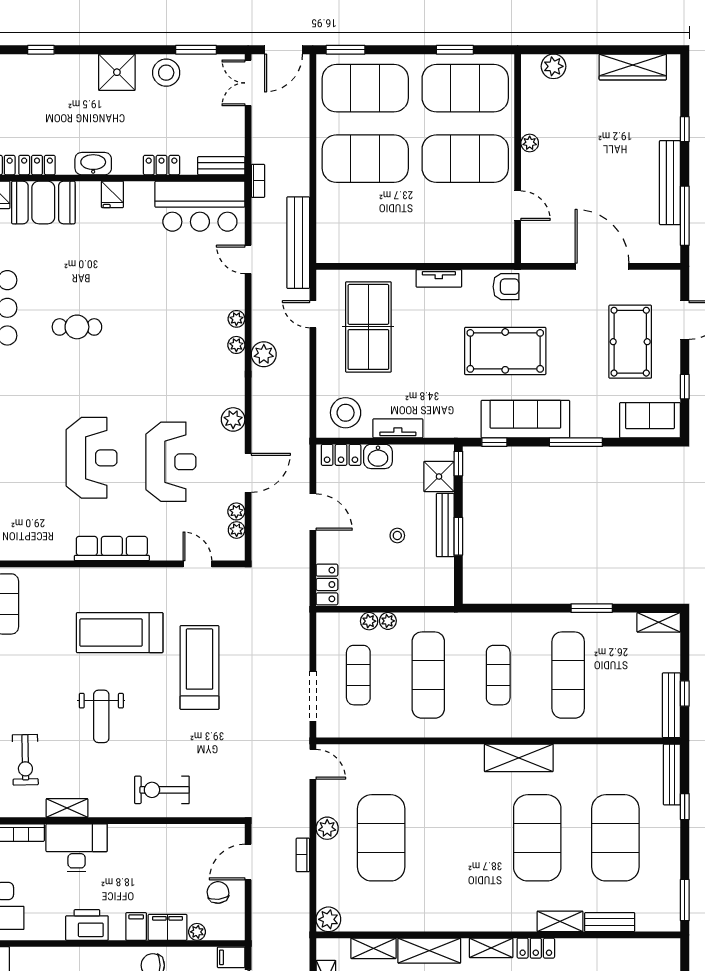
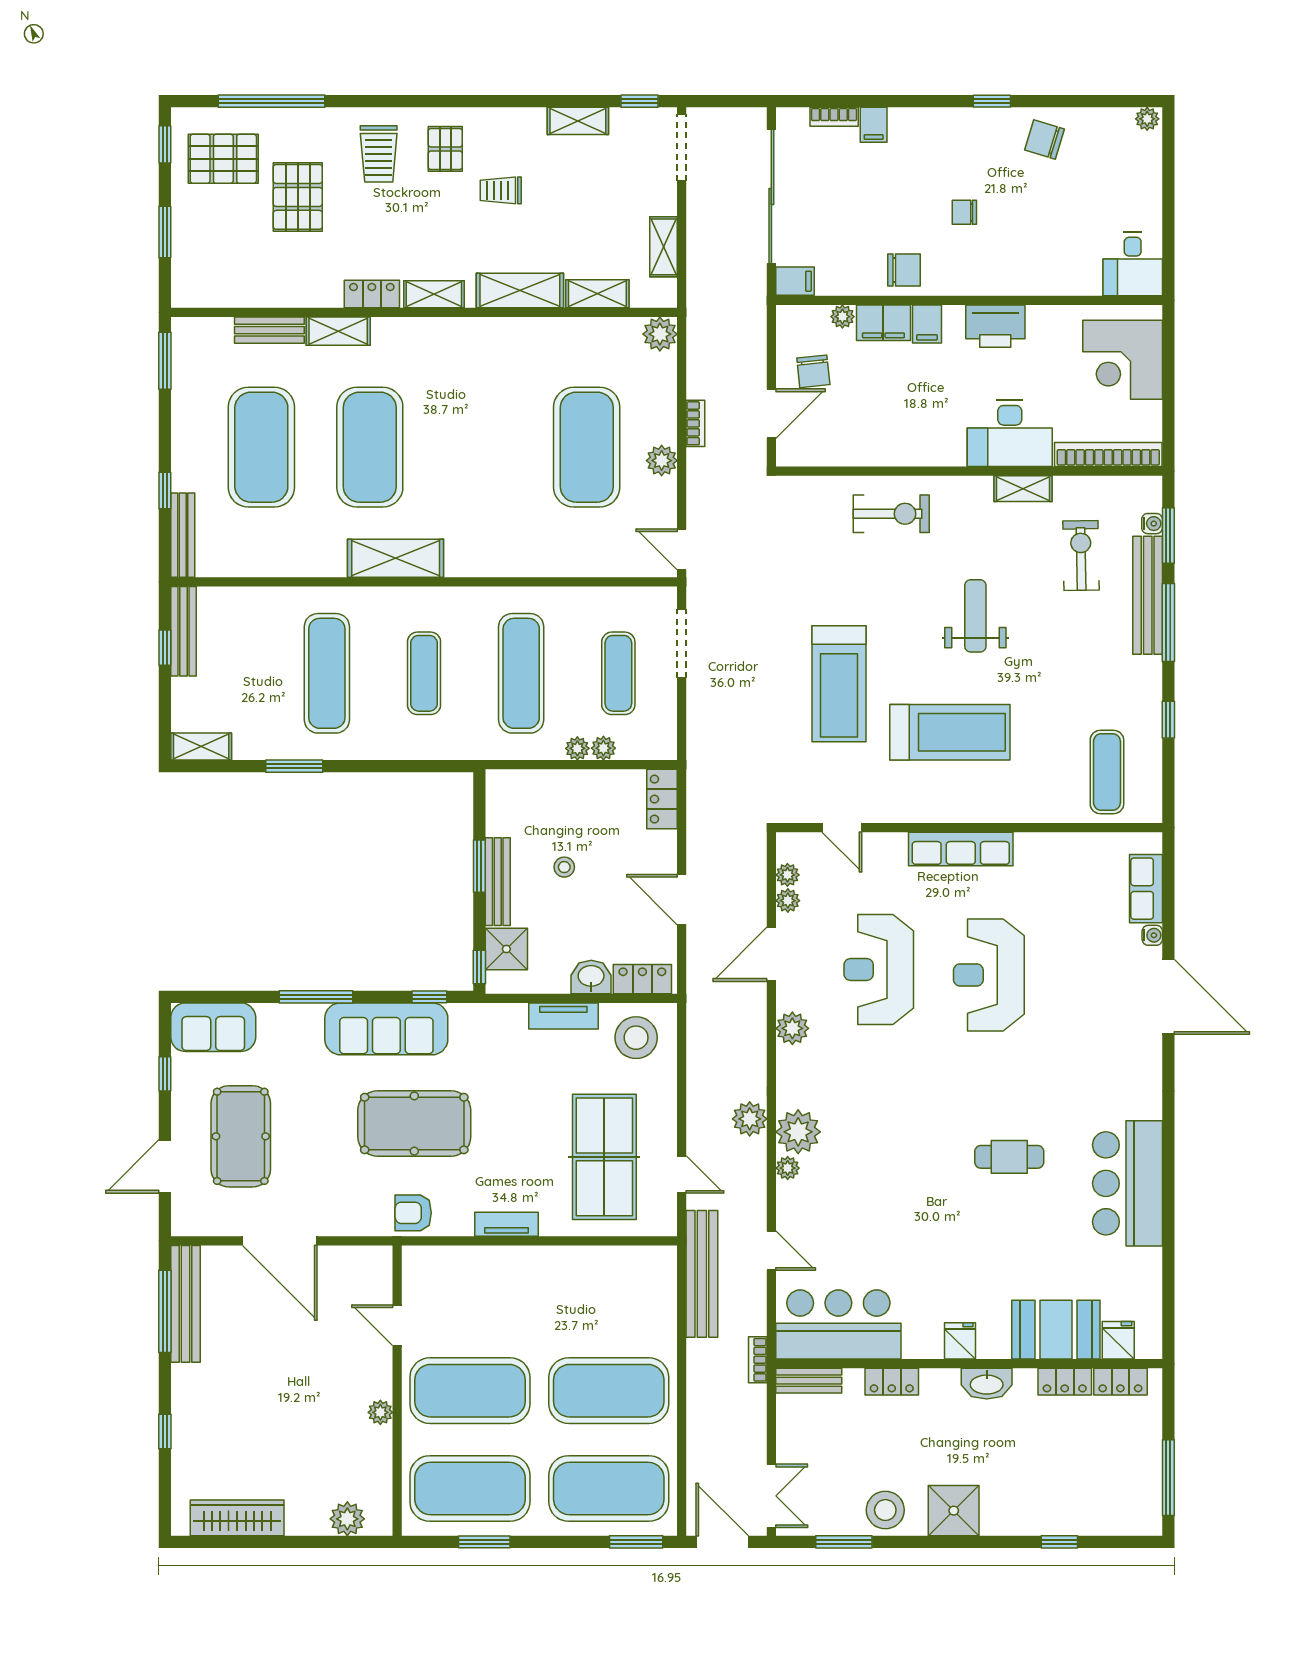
door: (284, 50) -> (722, 1542), hinge flipped
bench: (670, 183) -> (185, 1304), moved
plant: (236, 345) -> (798, 1132), width x1.88, depth x1.88

